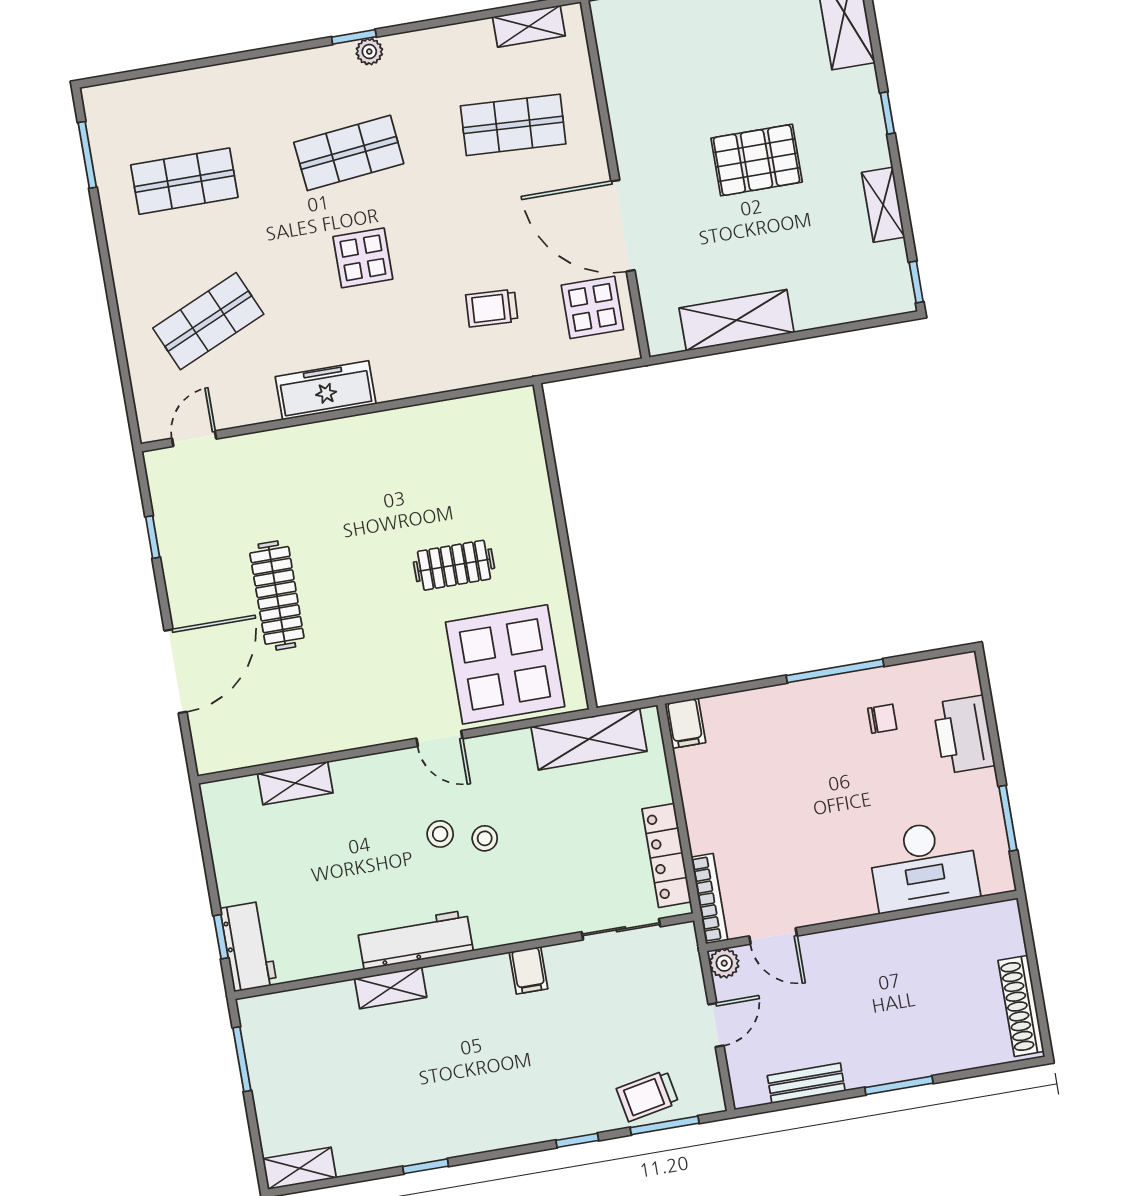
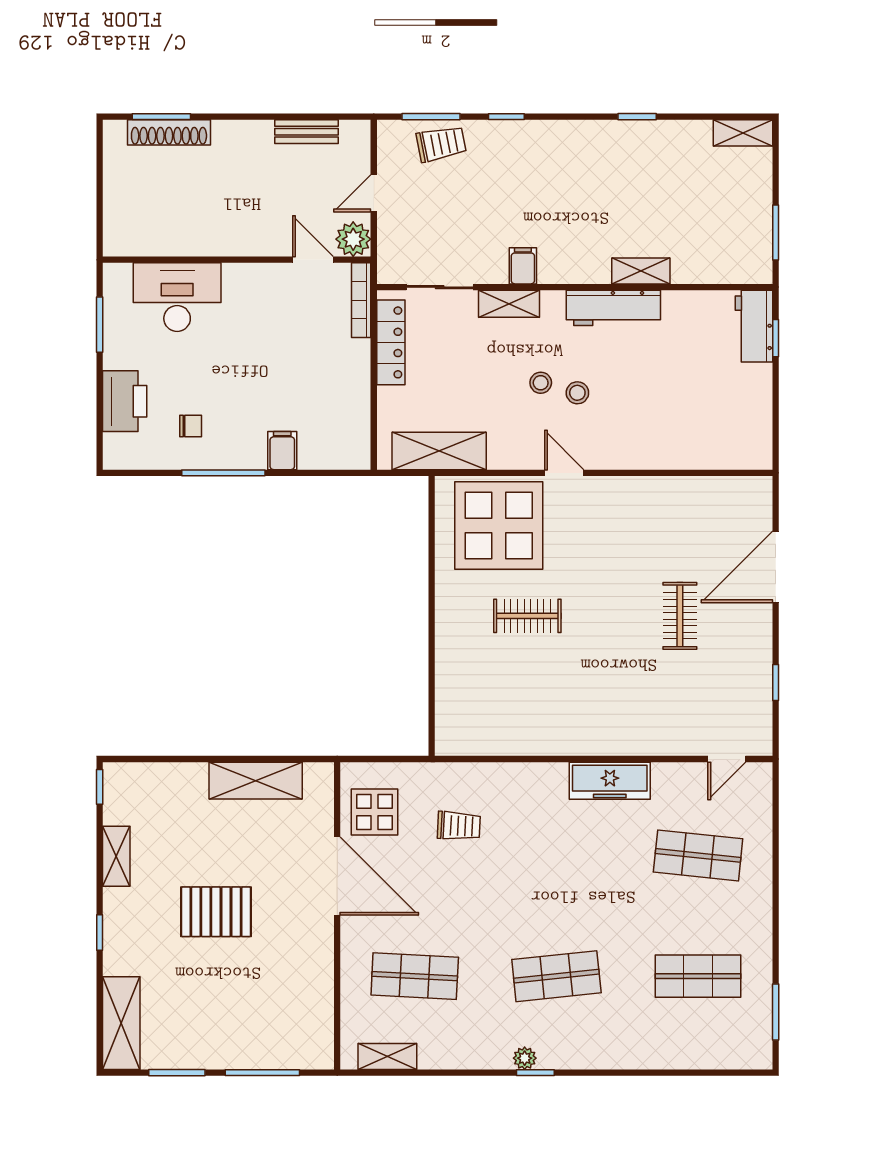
display table: (363, 258) -> (560, 886), removed
shop shelf: (208, 321) -> (698, 855), turned 30
clothes rail: (277, 595) -> (680, 616), width x0.73
chair: (882, 719) -> (191, 426), turned 180
filing cabinet: (685, 723) -> (282, 451), moved
shelving: (295, 783) -> (509, 304), moved
plant: (724, 963) -> (353, 239), width x1.38, depth x1.38
shoe rack: (1021, 1006) -> (169, 132), moved, turned 90
window: (899, 1085) -> (161, 117), moved

